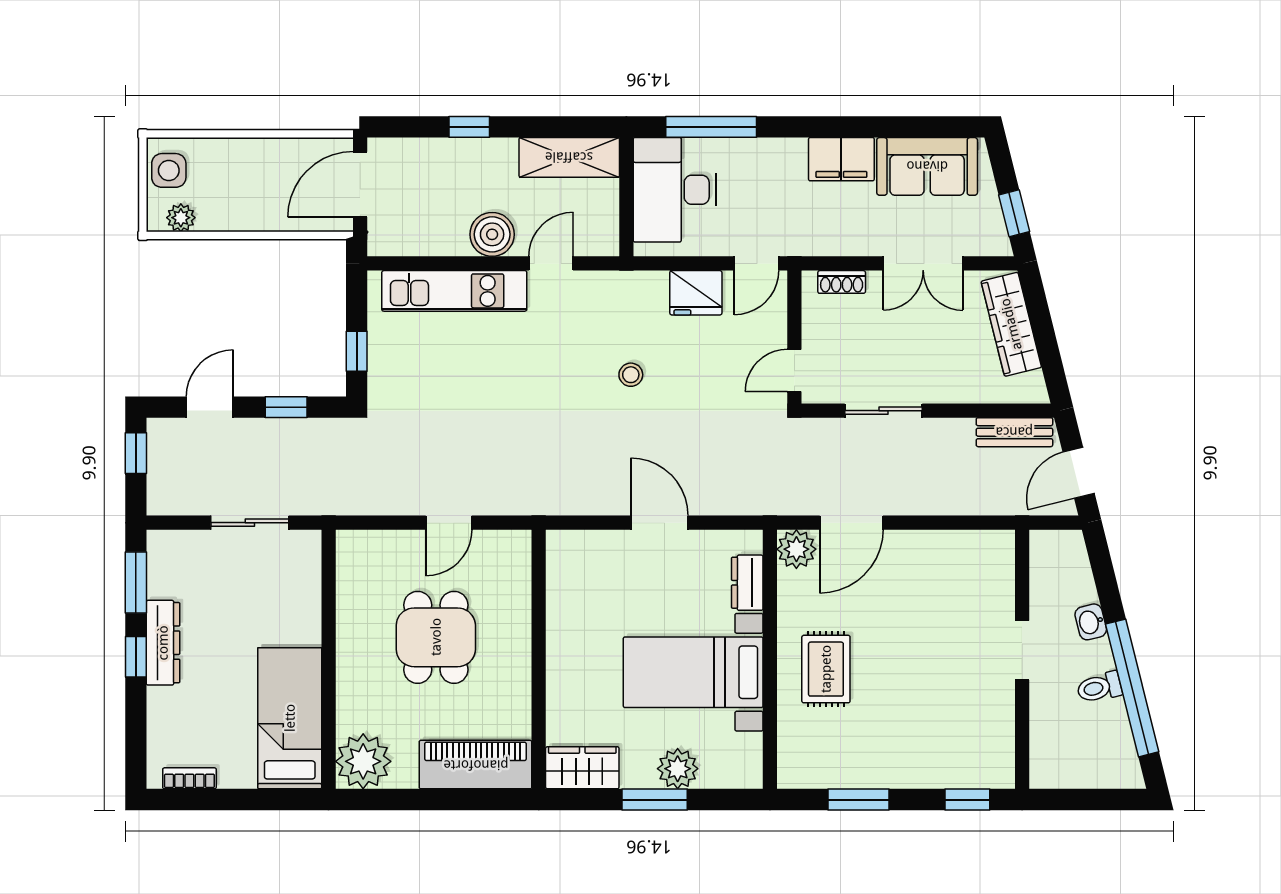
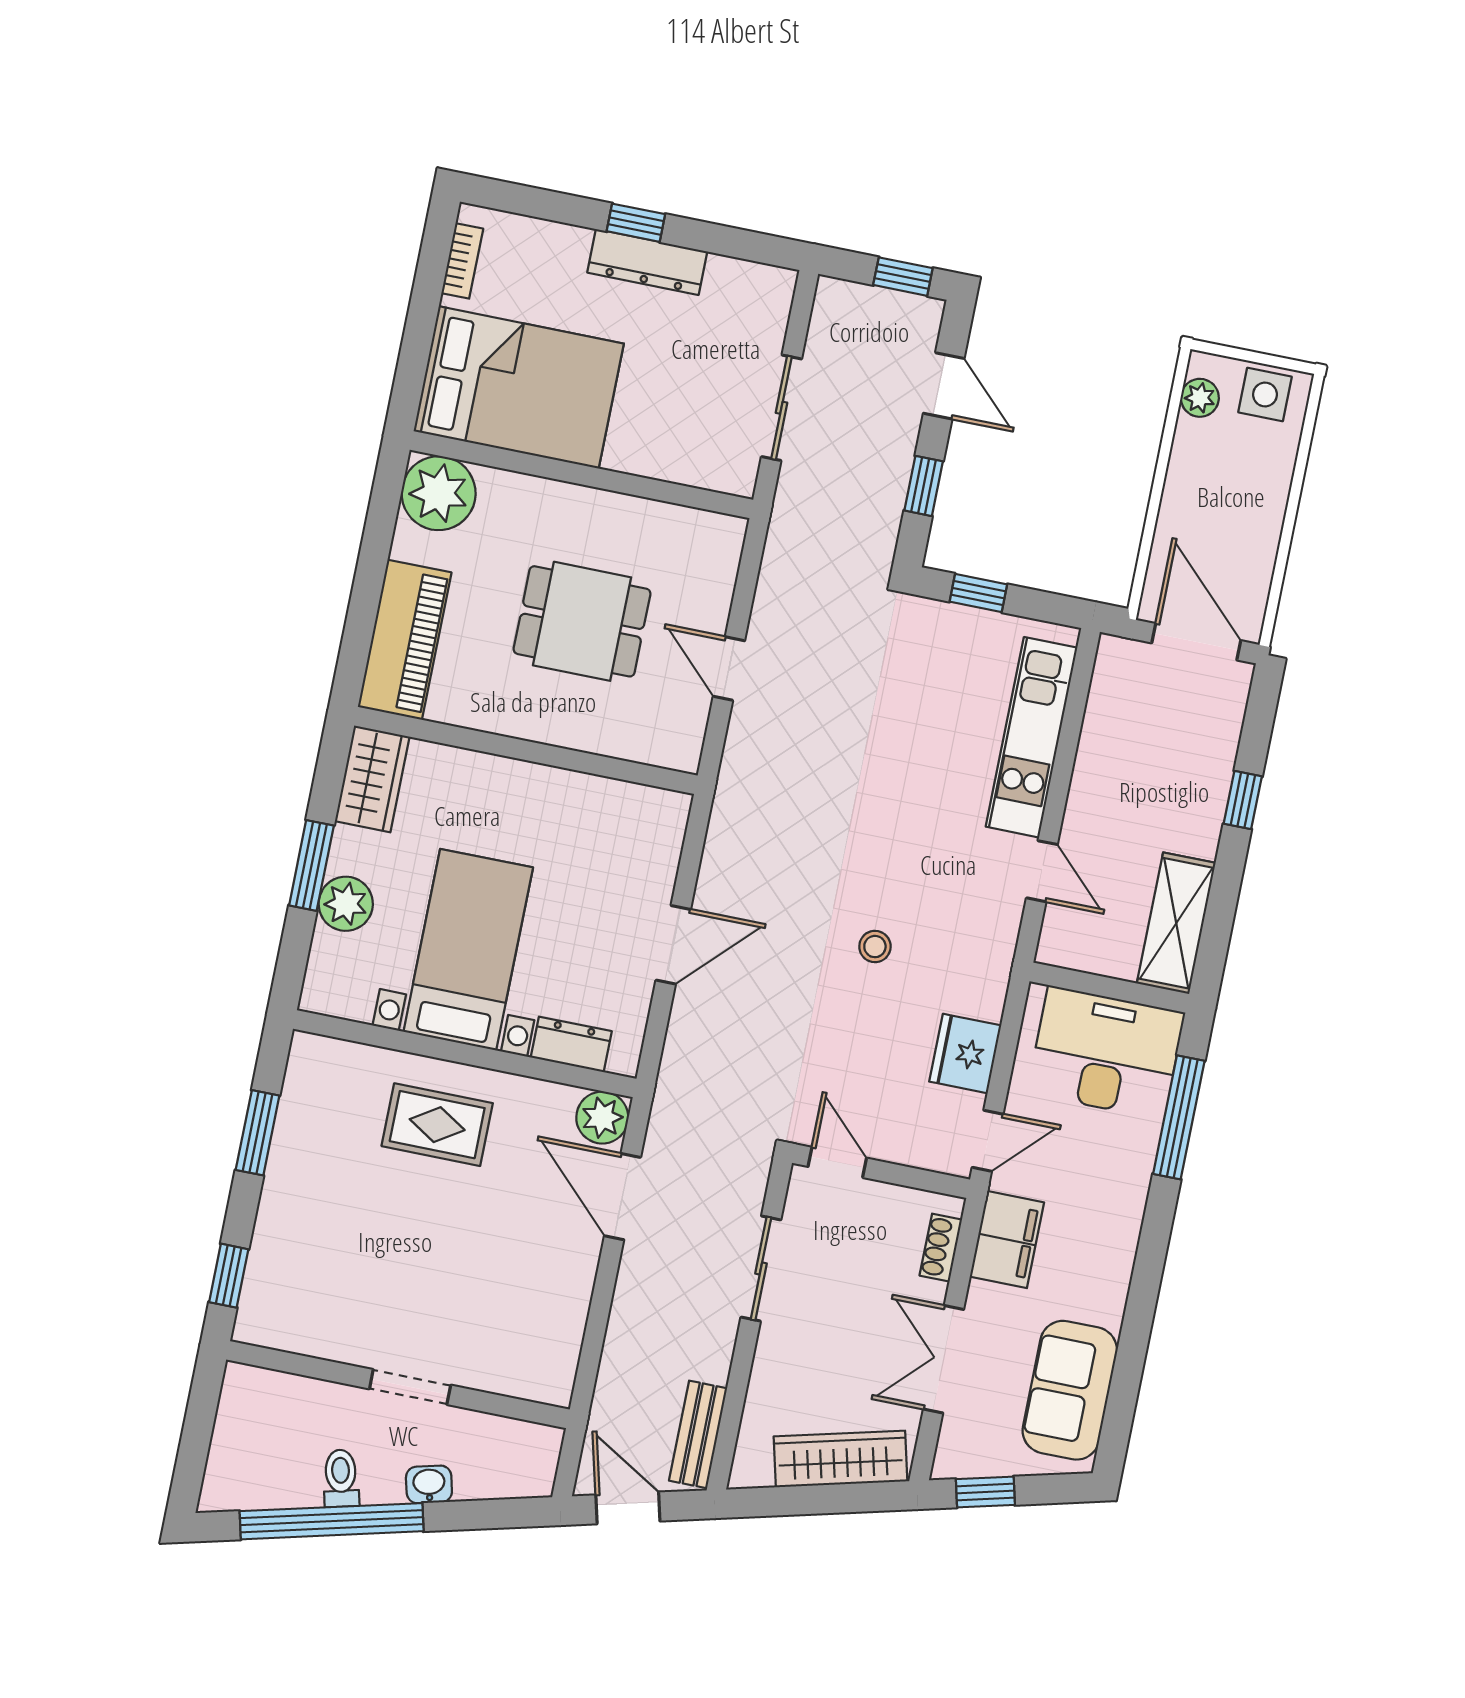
filing cabinet: (841, 159) -> (1007, 1240), moved, turned 180
boiler: (492, 234) -> (1096, 802), removed
door: (756, 263) -> (988, 1141), swing flipped
window: (136, 582) -> (733, 242), removed
bed: (290, 718) -> (519, 387), width x1.50

